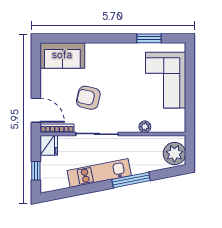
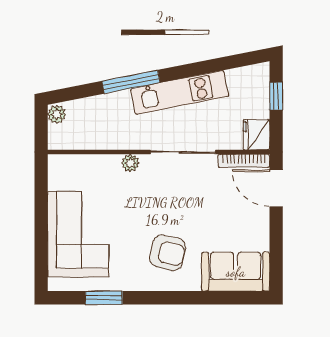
armchair: (88, 98) -> (168, 253), moved
plant: (145, 127) -> (130, 163), moved
plant: (174, 153) -> (57, 114), width x0.53, depth x0.53

